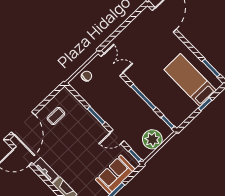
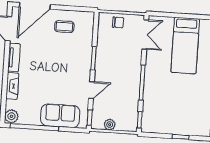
bed: (190, 80) -> (185, 46), moved, turned 180
door: (117, 137) -> (91, 90), swing flipped
plant: (152, 139) -> (110, 125), width x0.53, depth x0.53

